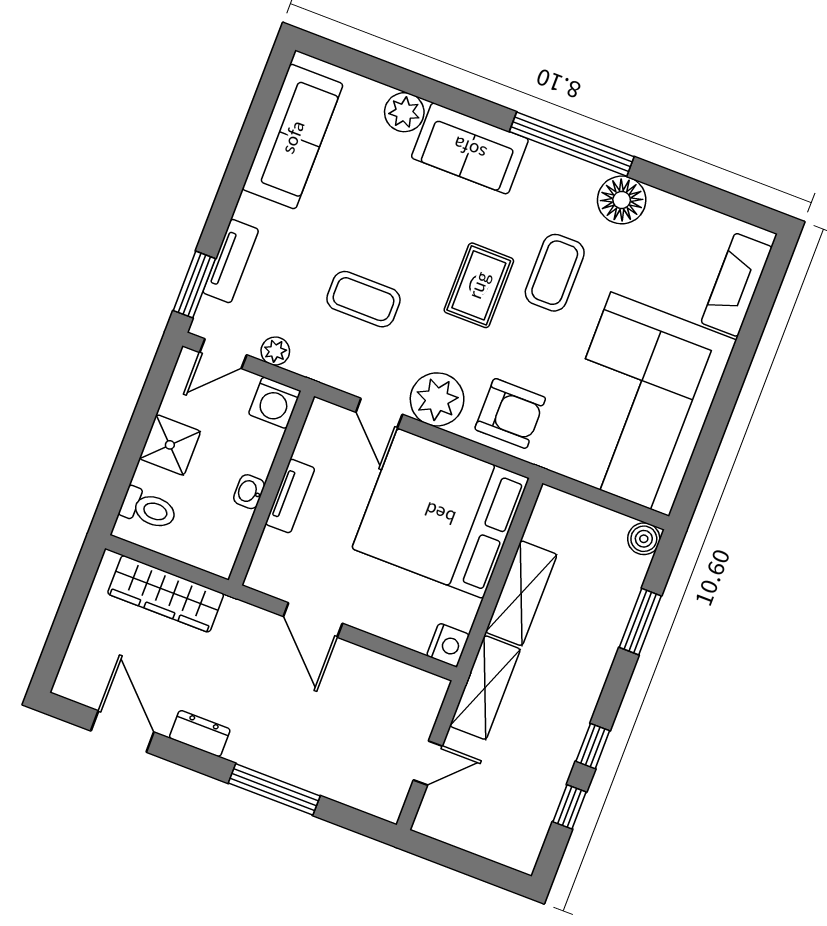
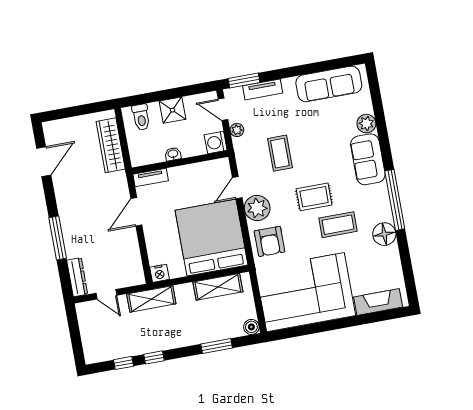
tv unit: (290, 496) -> (151, 177), moved
shelving: (521, 593) -> (218, 287), moved
dresser: (200, 734) -> (77, 277), moved, width x1.44

